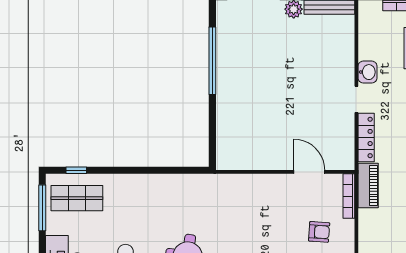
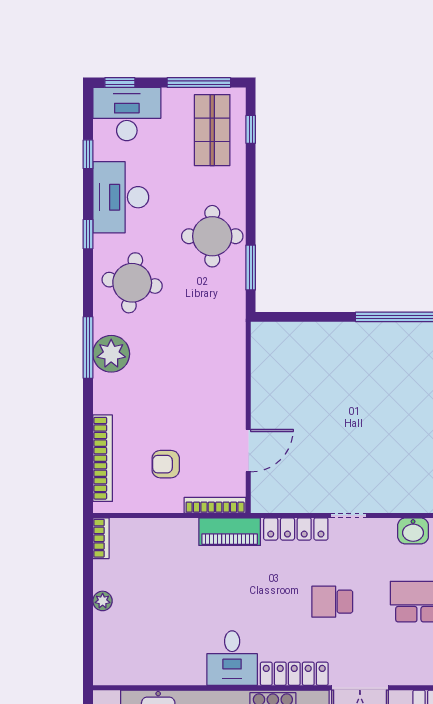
washbasin: (368, 72) -> (413, 531), moved
window: (176, 170) -> (251, 267), added
round table: (154, 198) -> (212, 236), added
armchair: (319, 232) -> (166, 464), turned 86

